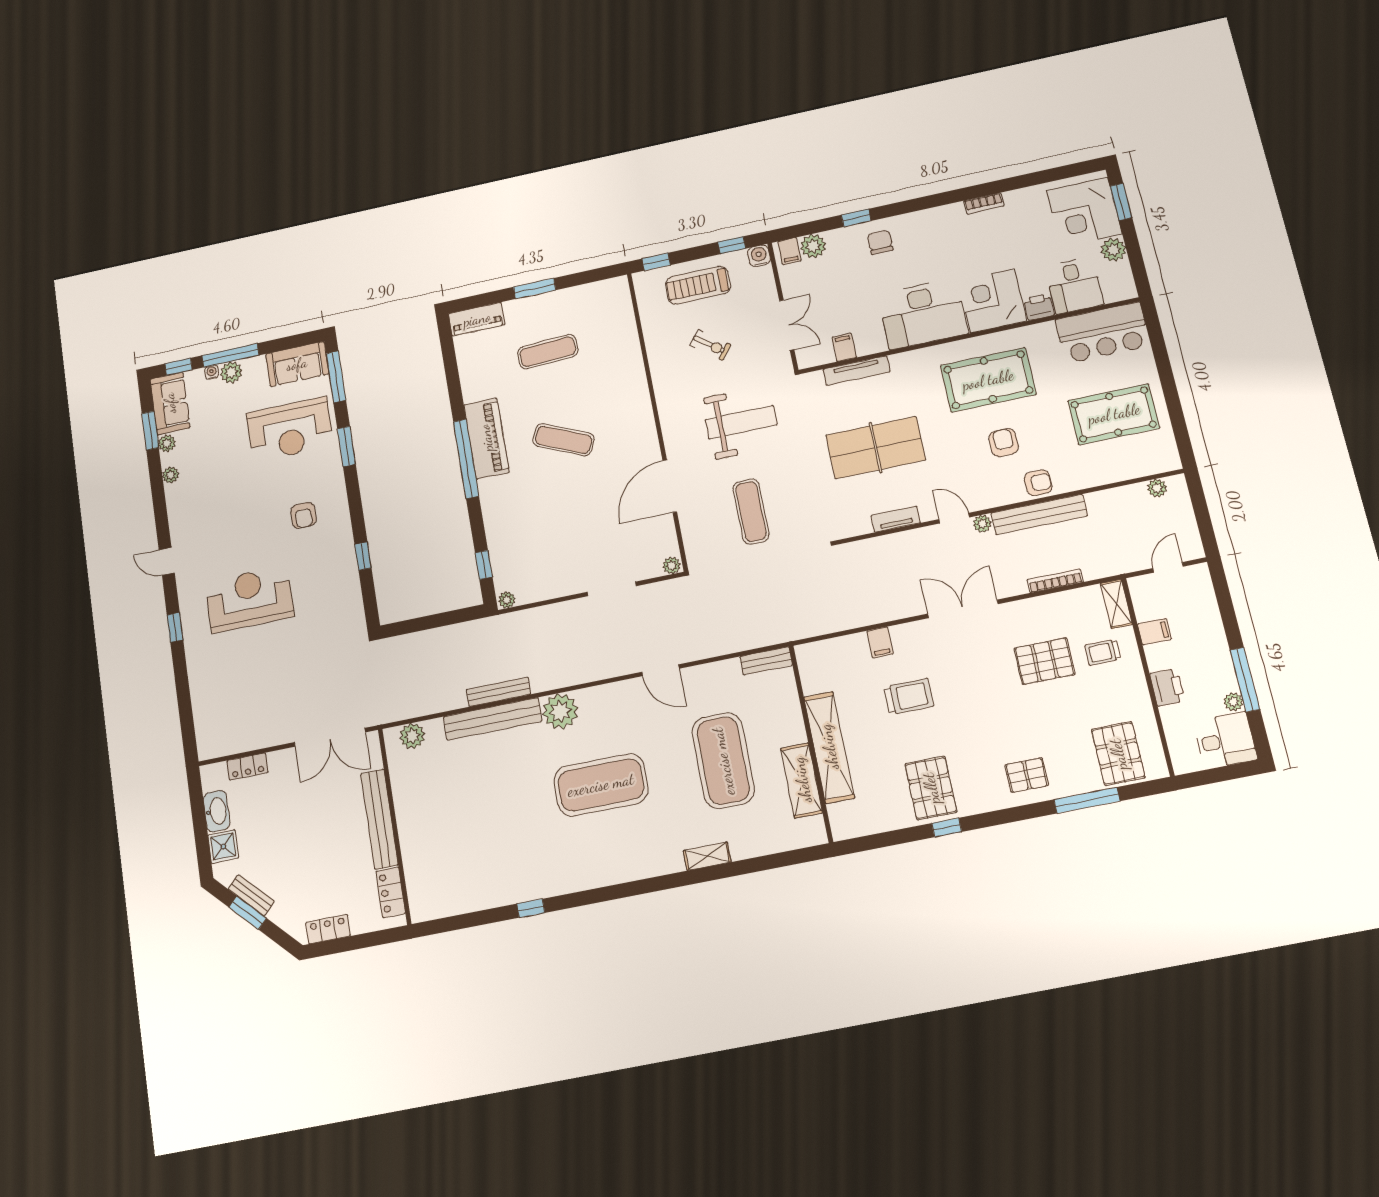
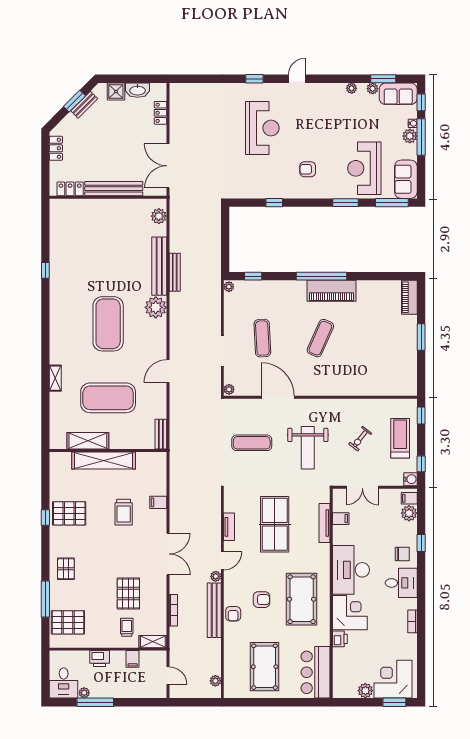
desk: (1074, 285) -> (401, 583), moved, turned 180
exercise mat: (548, 352) -> (262, 338), moved

